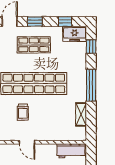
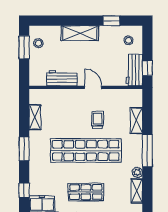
window: (91, 85) -> (24, 149), width x0.69
workbench: (71, 151) -> (62, 78), moved

